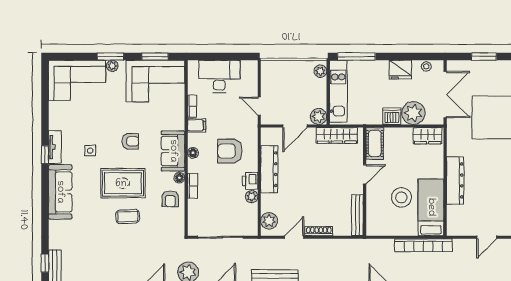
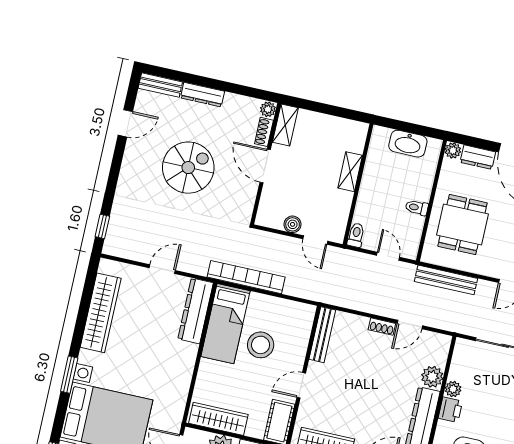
wardrobe: (427, 136) -> (218, 419), width x1.50
dresser: (455, 180) -> (196, 311), moved
plant: (269, 221) -> (432, 377), moved
shoe rack: (319, 231) -> (382, 327), width x0.70

